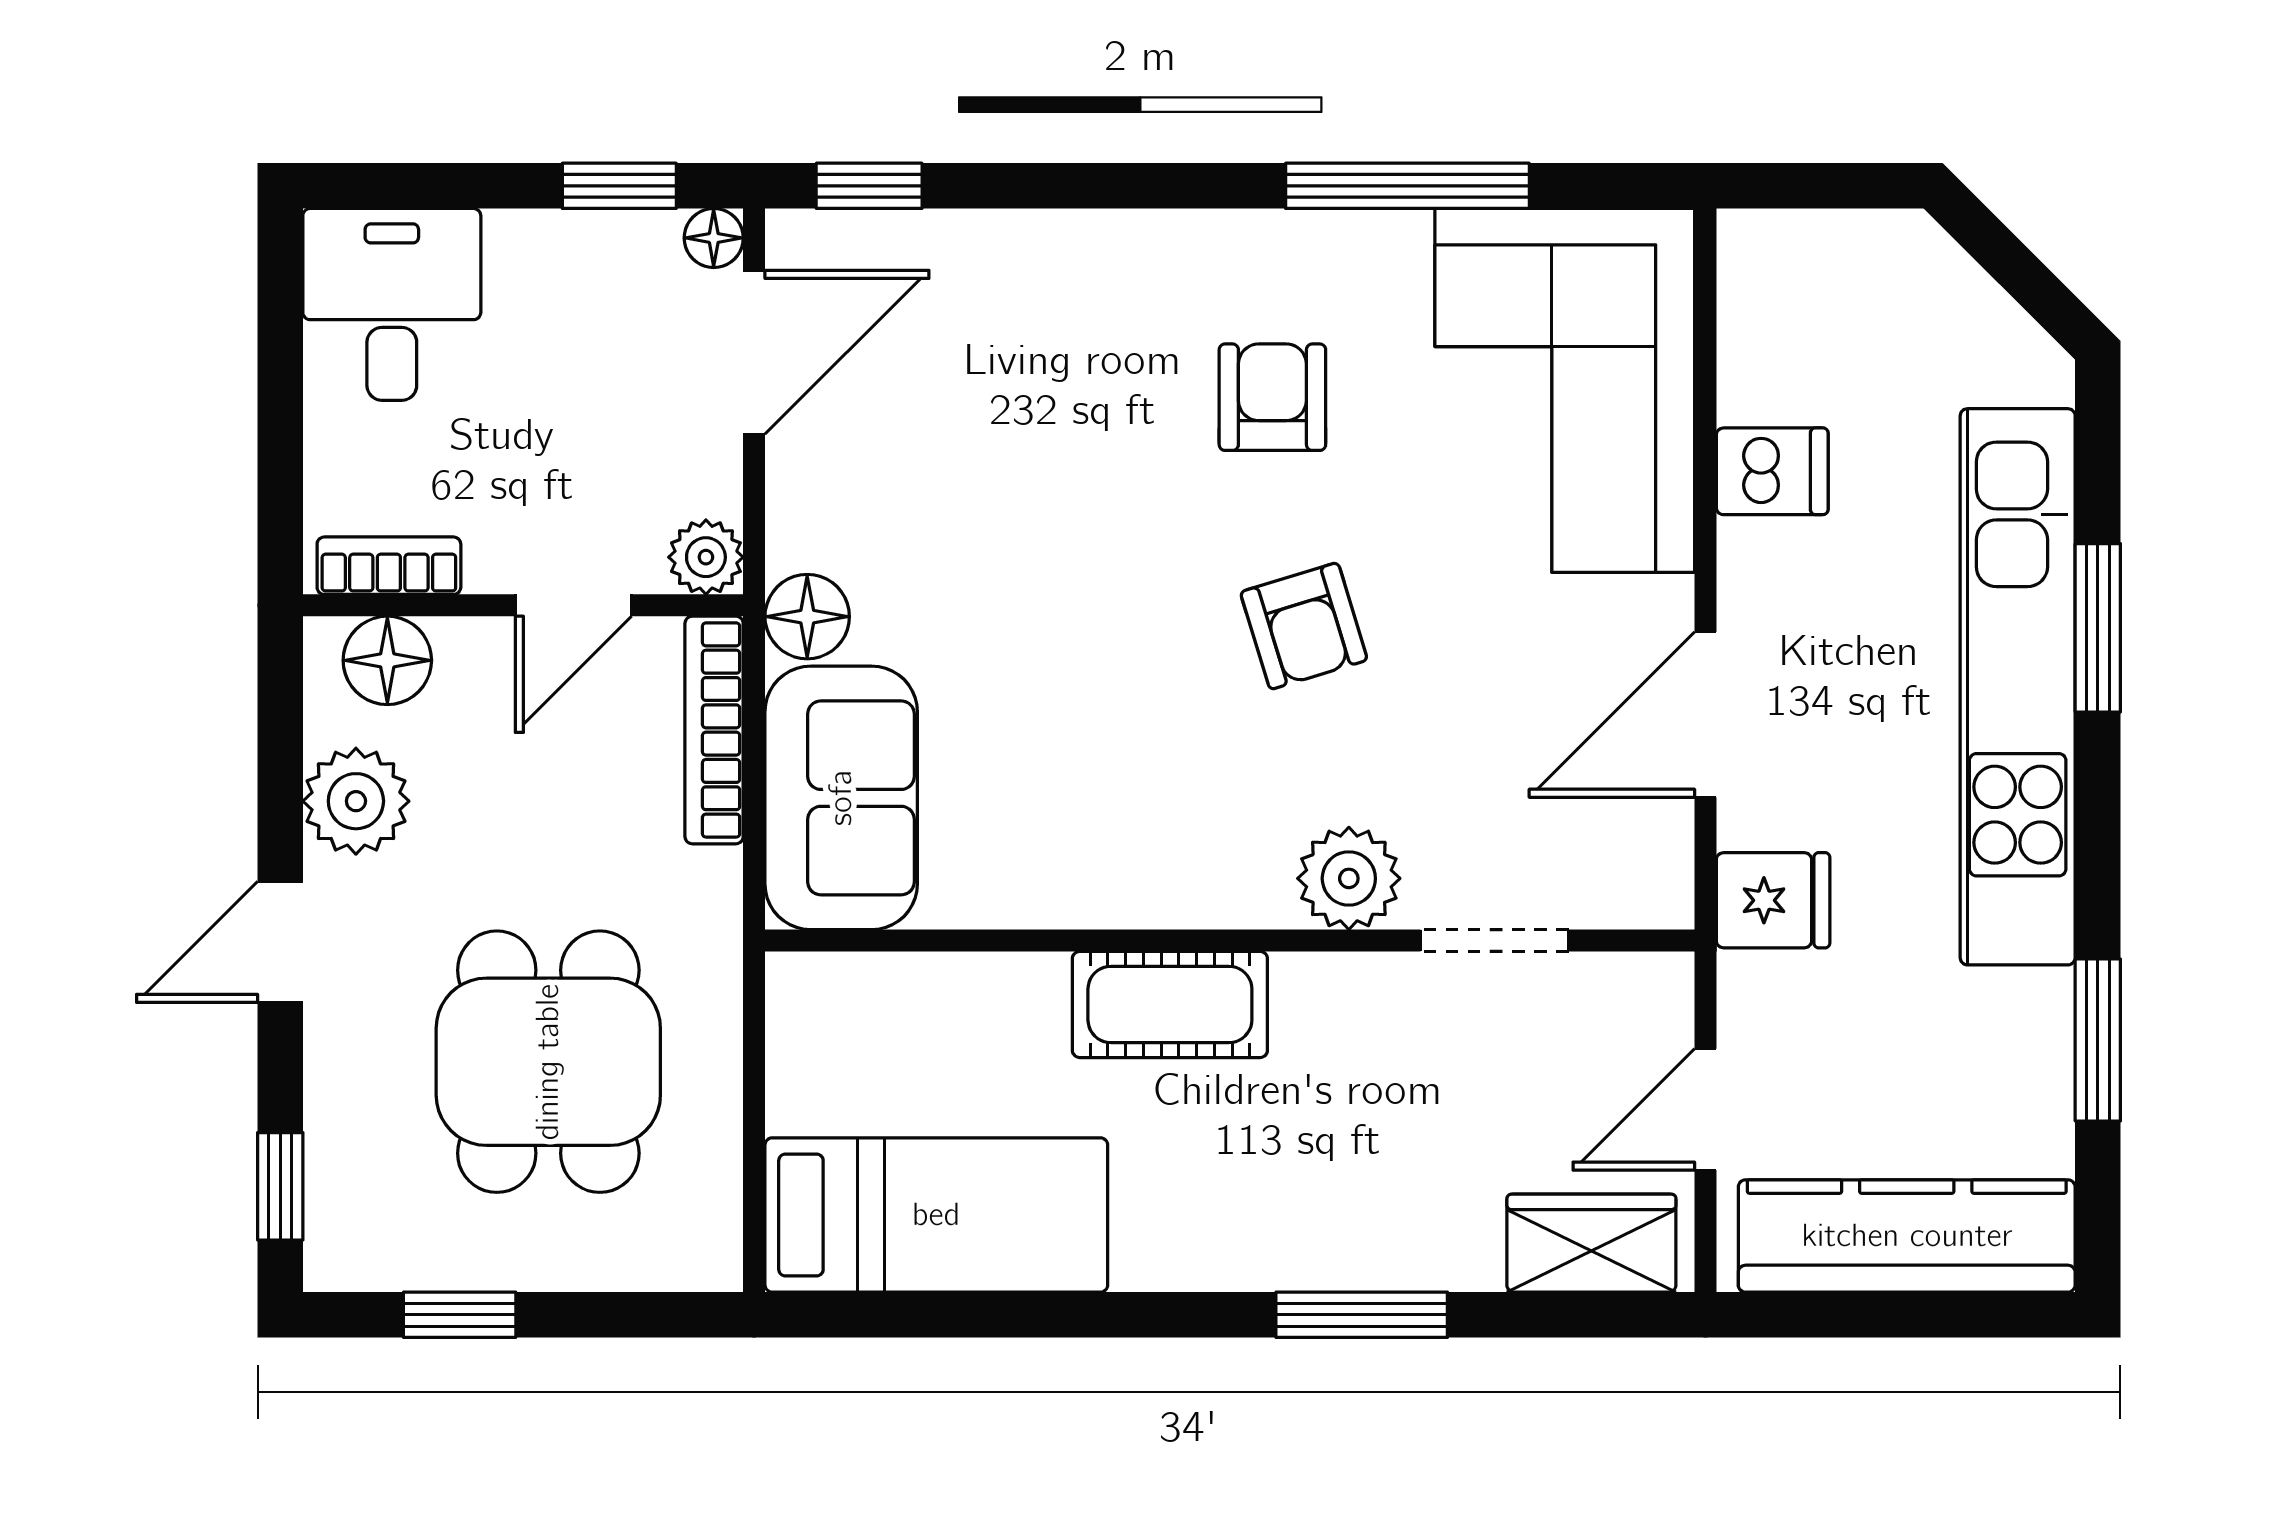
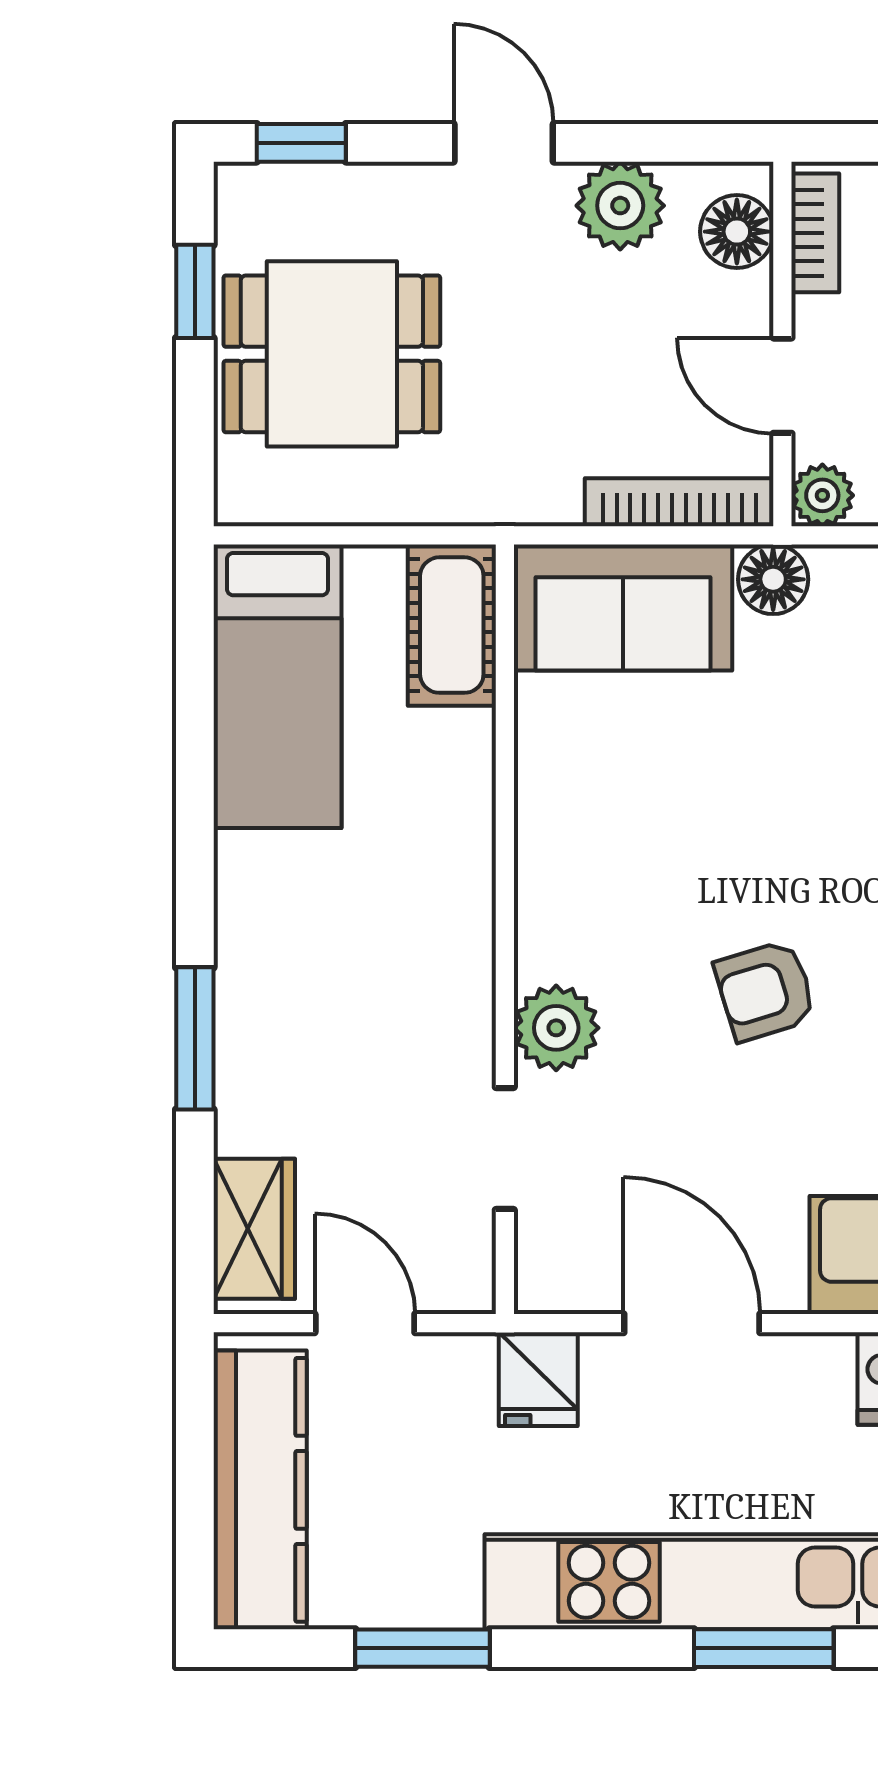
cot: (1170, 1004) -> (452, 625), moved
dining table: (548, 1062) -> (332, 354), moved

